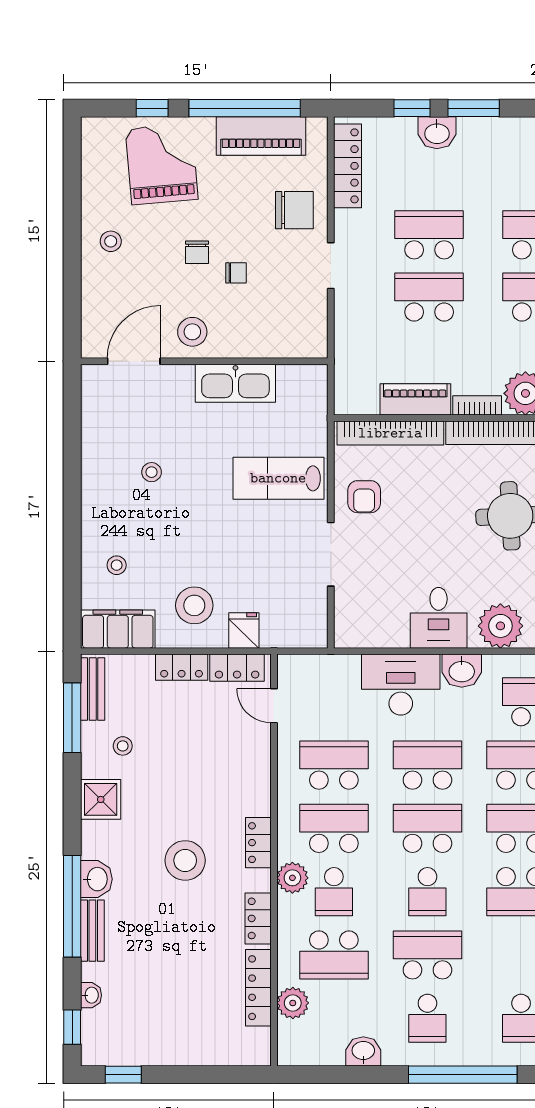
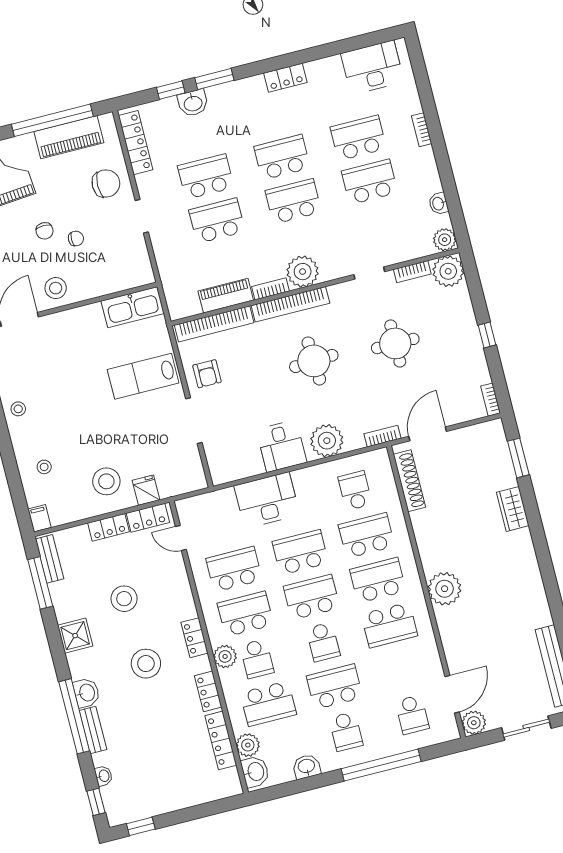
kitchen sink: (235, 383) -> (133, 307), moved
stool: (152, 472) -> (18, 409), moved
filing cabinet: (118, 629) -> (39, 518), width x0.33, depth x0.86
washbasin: (462, 671) -> (255, 772), moved, turned -90
stool: (123, 746) -> (124, 599), moved, width x1.89, depth x1.89

